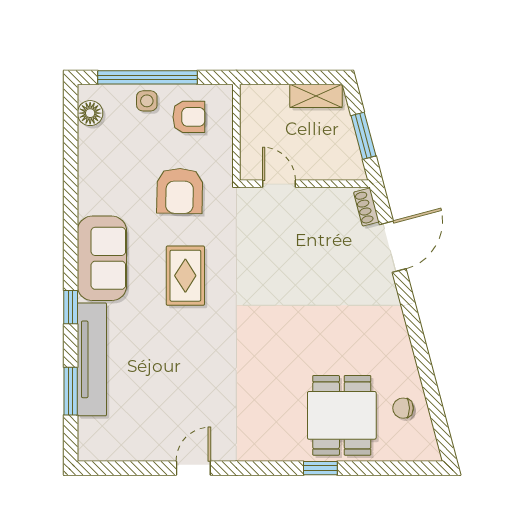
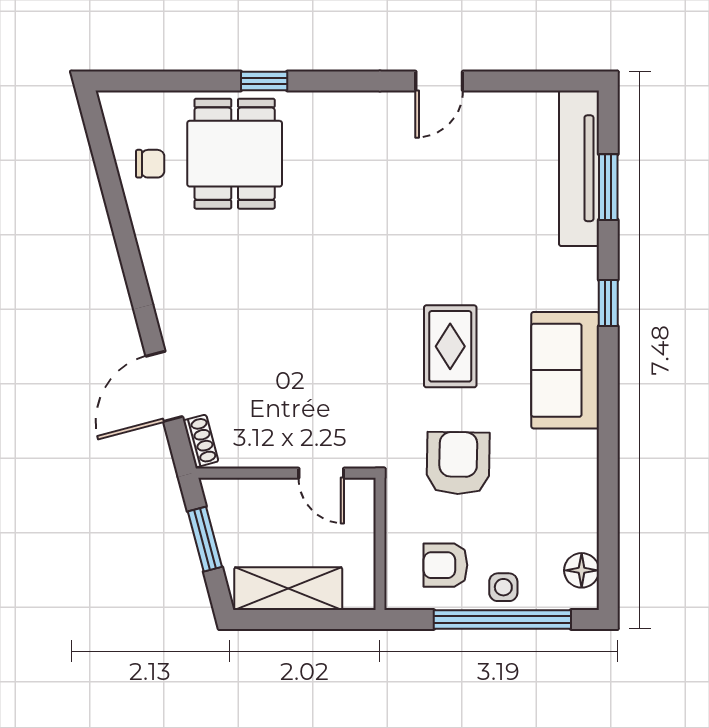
shelving: (316, 96) -> (288, 589), width x1.50, depth x1.33
tv unit: (92, 359) -> (579, 168), moved

